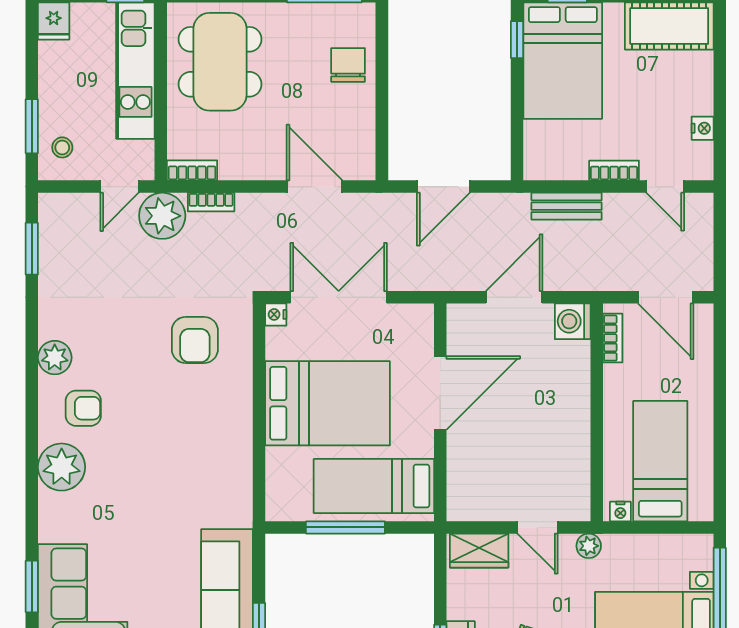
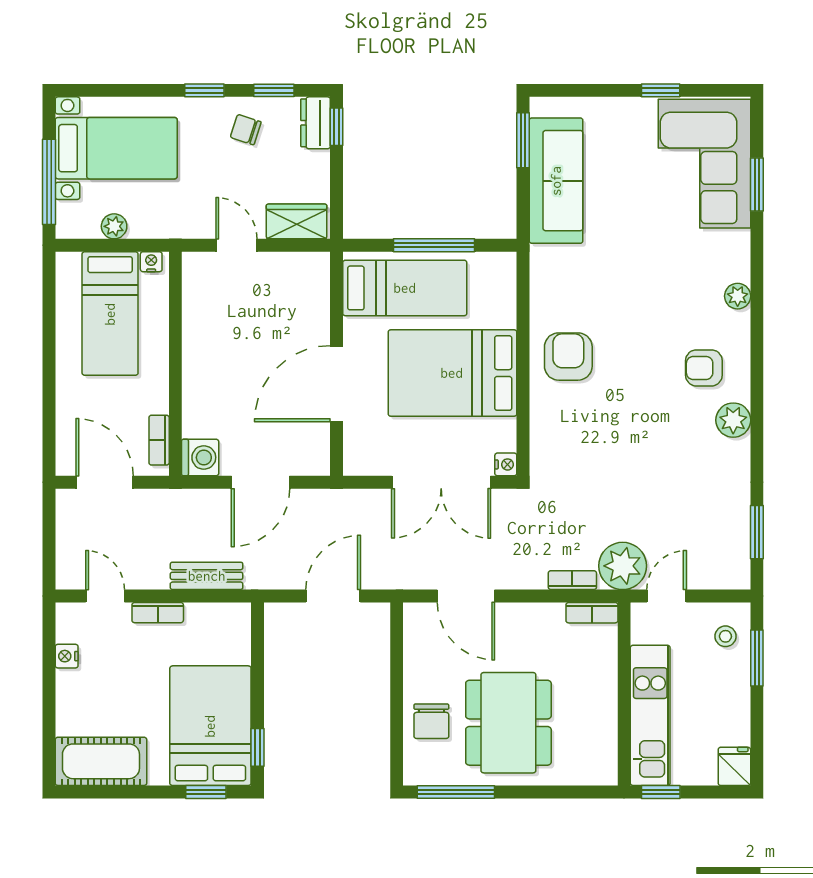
dining table: (220, 62) -> (508, 723), moved
armchair: (195, 340) -> (568, 357), moved
plant: (62, 467) -> (738, 296), width x0.53, depth x0.53
plant: (589, 546) -> (114, 226), moved

